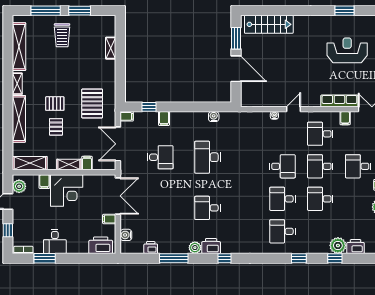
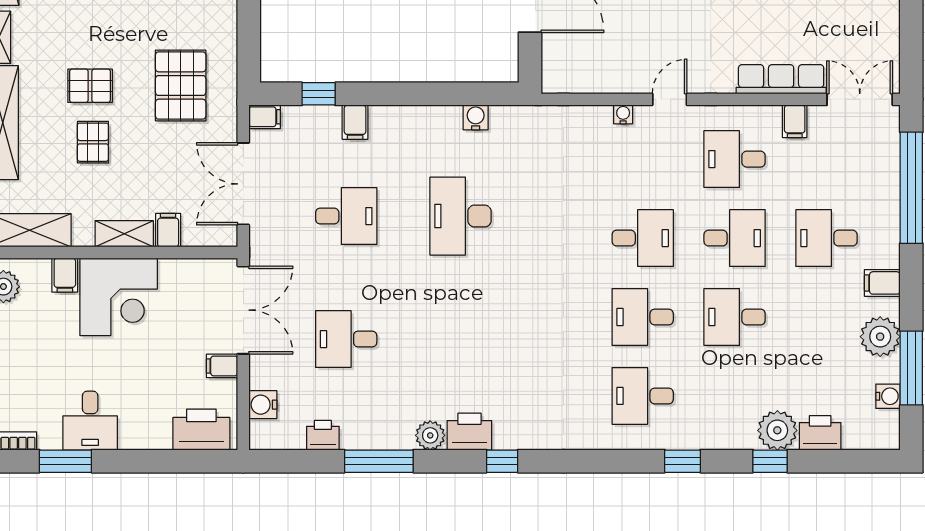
desk: (320, 166) -> (735, 238), turned 180
desk: (207, 208) -> (346, 339), moved

